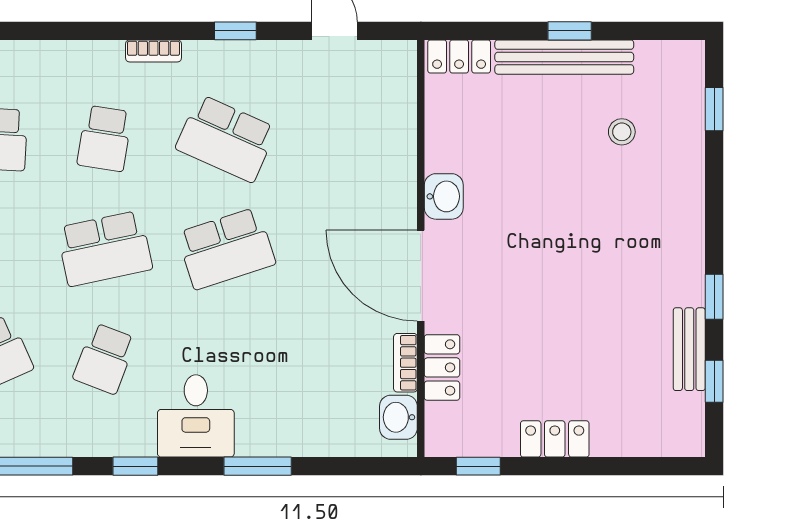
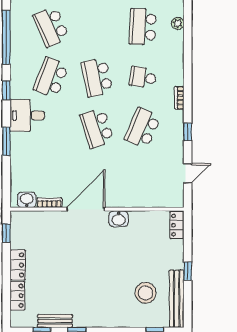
bench: (564, 57) -> (177, 299), moved
stool: (622, 132) -> (146, 293), width x1.89, depth x1.89
school desk: (105, 359) -> (51, 77), width x1.85
locker: (442, 367) -> (17, 296), moved, turned -90

